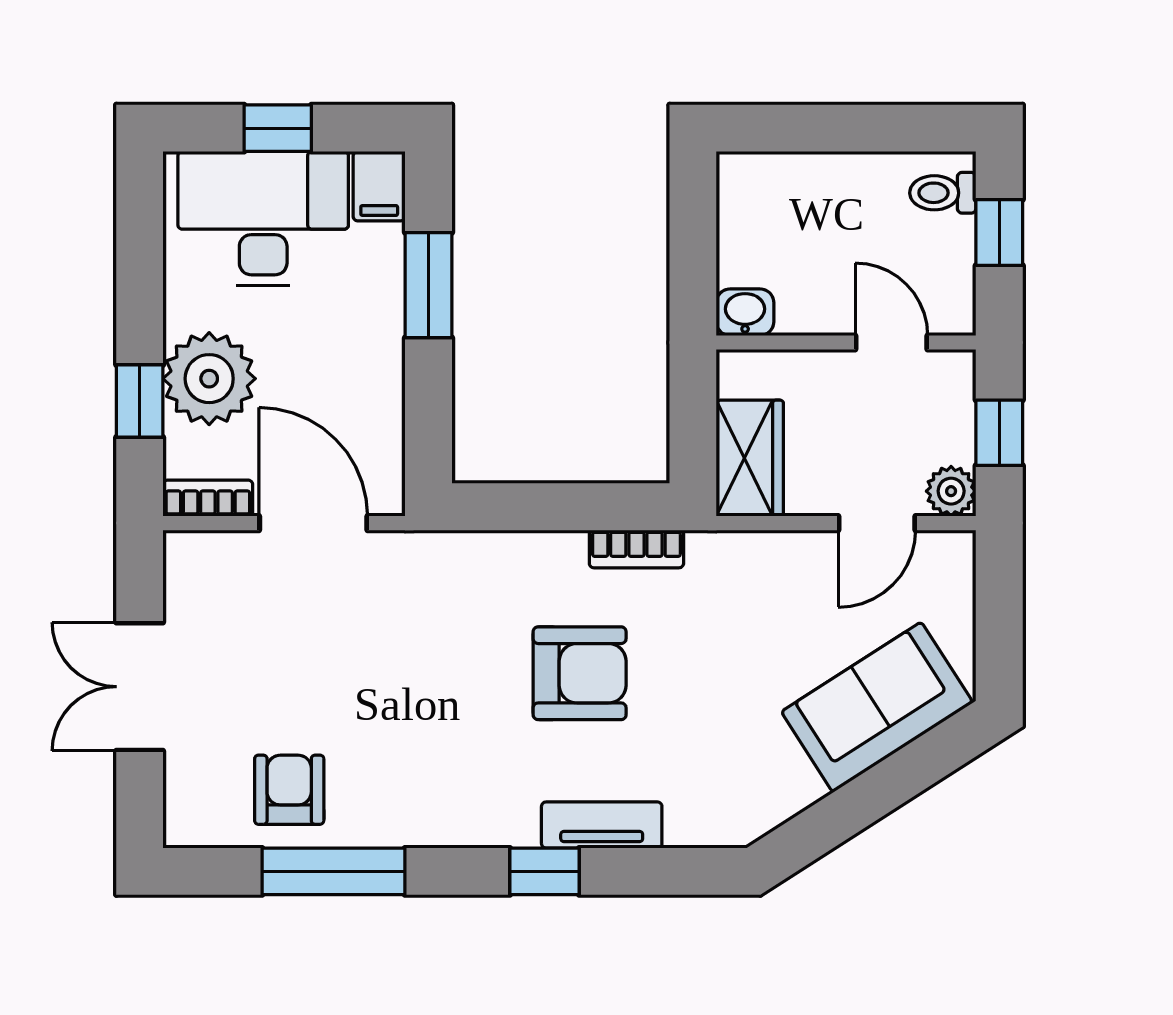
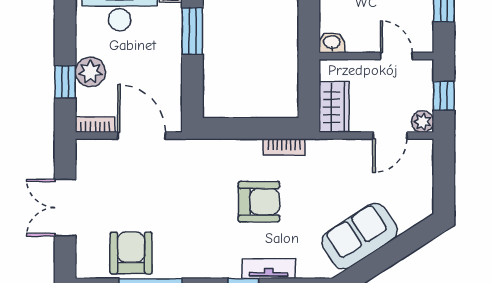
plant: (209, 379) -> (90, 72), width x0.73, depth x0.73
sofa: (877, 707) -> (359, 236), moved
armchair: (289, 790) -> (131, 253), width x1.38, depth x1.38

